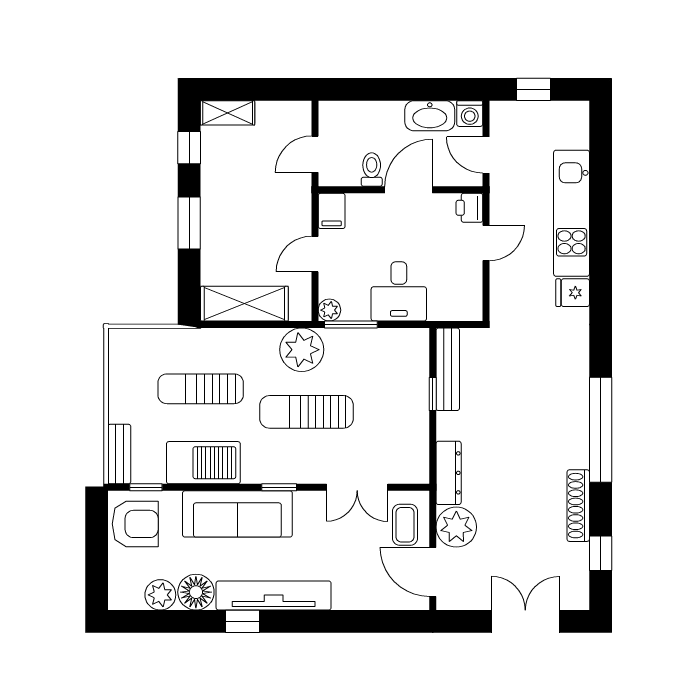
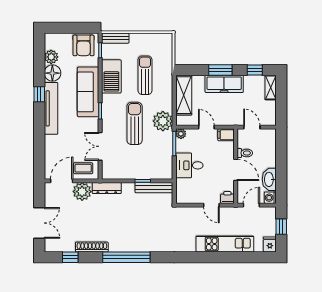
freezer: (220, 215) -> (224, 84), added
fridge: (573, 293) -> (270, 244), moved

